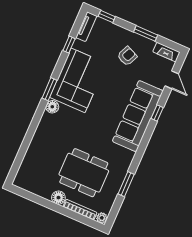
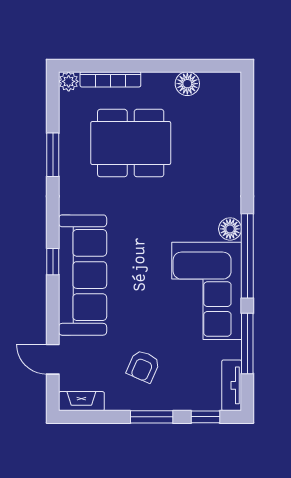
window: (146, 33) -> (152, 417), moved
window: (69, 45) -> (247, 343), width x2.17
window: (49, 89) -> (247, 256), width x2.11
window: (157, 113) -> (53, 262), moved
floor lamp: (58, 198) -> (187, 84), moved

